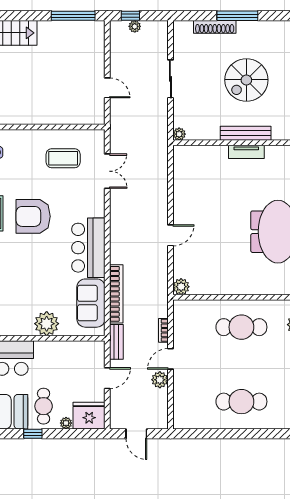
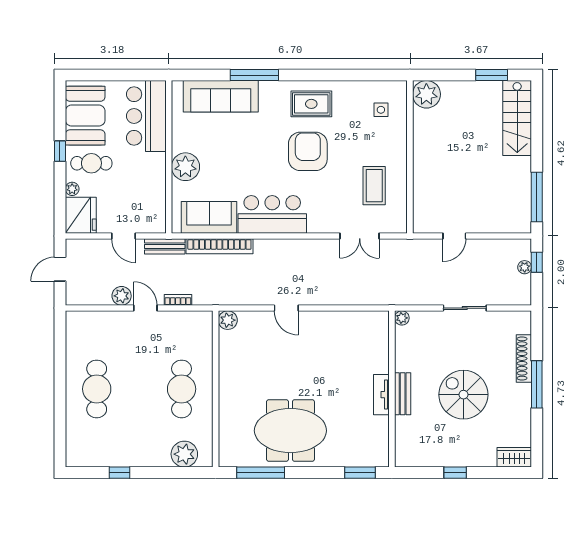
bench: (246, 133) -> (403, 394), width x0.73

